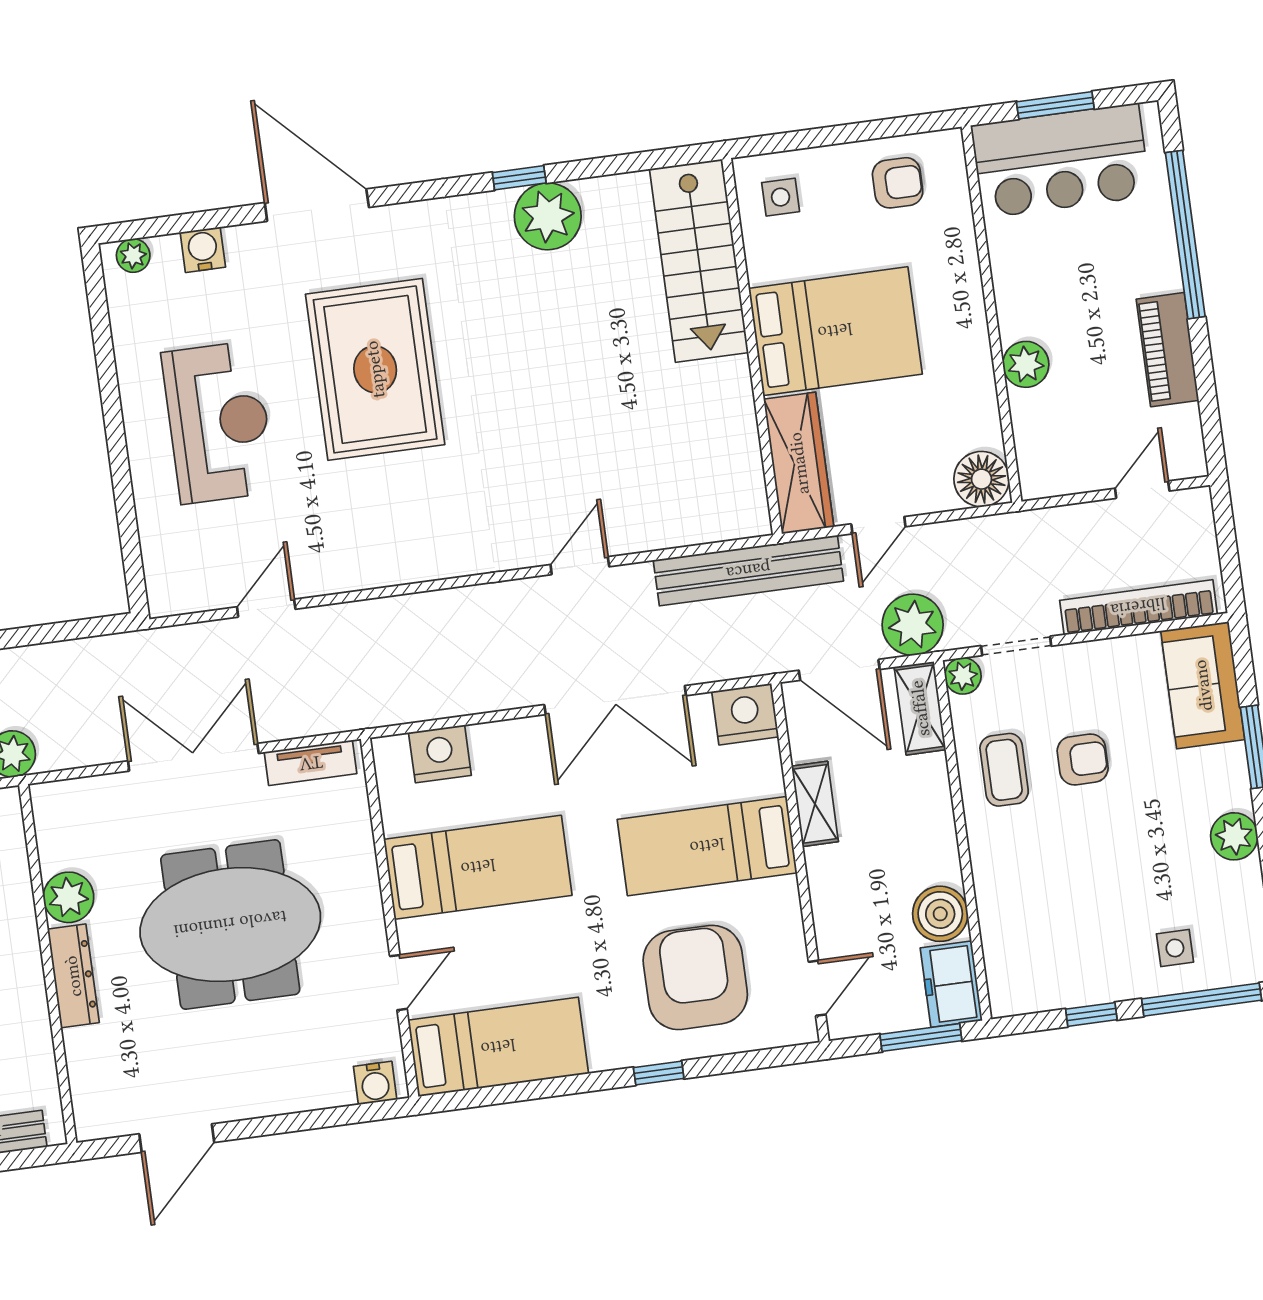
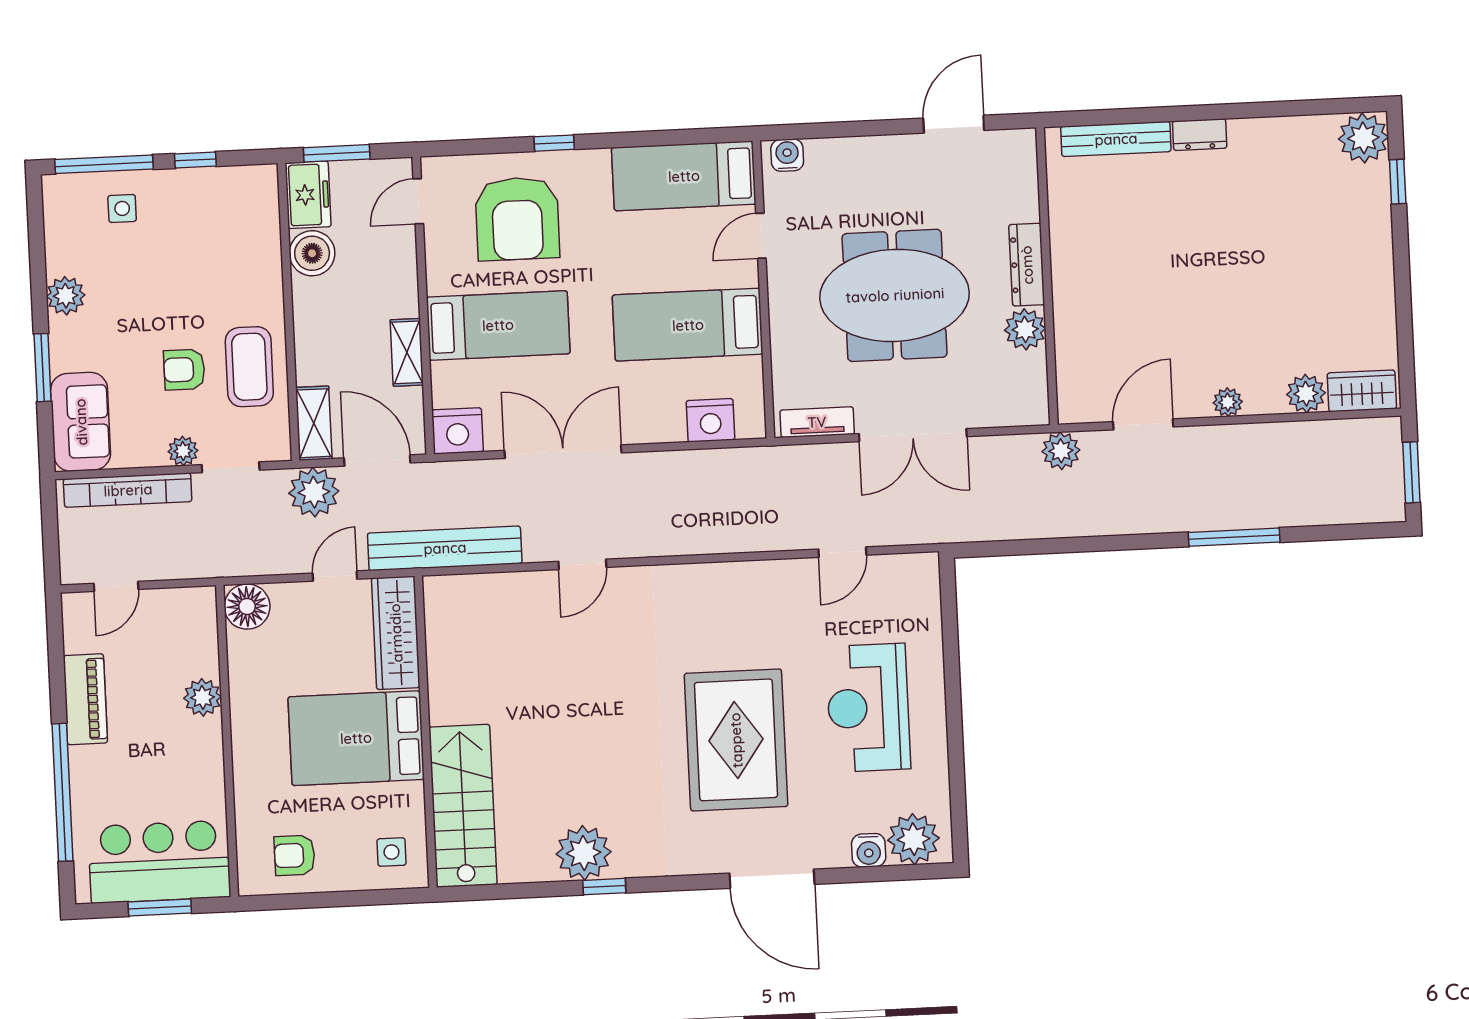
plant: (133, 256) -> (914, 839), width x1.87, depth x1.87
plant: (963, 676) -> (183, 451), moved
coffee table: (1004, 770) -> (249, 367), width x1.36, depth x1.30

